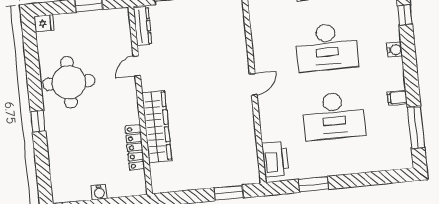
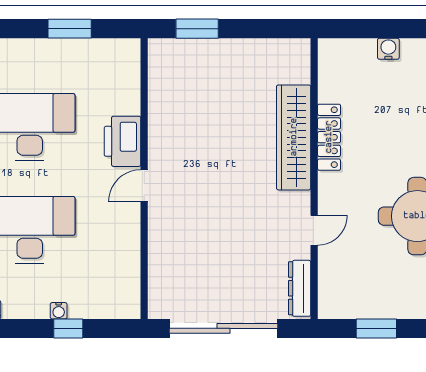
locker: (135, 147) -> (329, 137), moved
printer: (275, 159) -> (123, 141), moved

